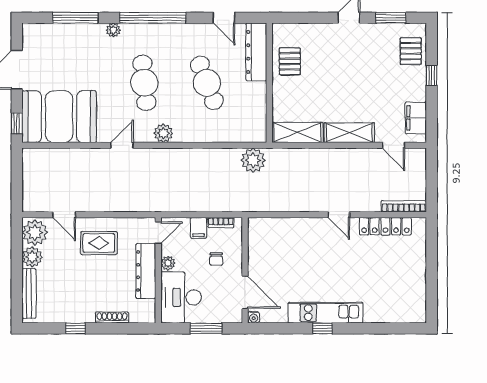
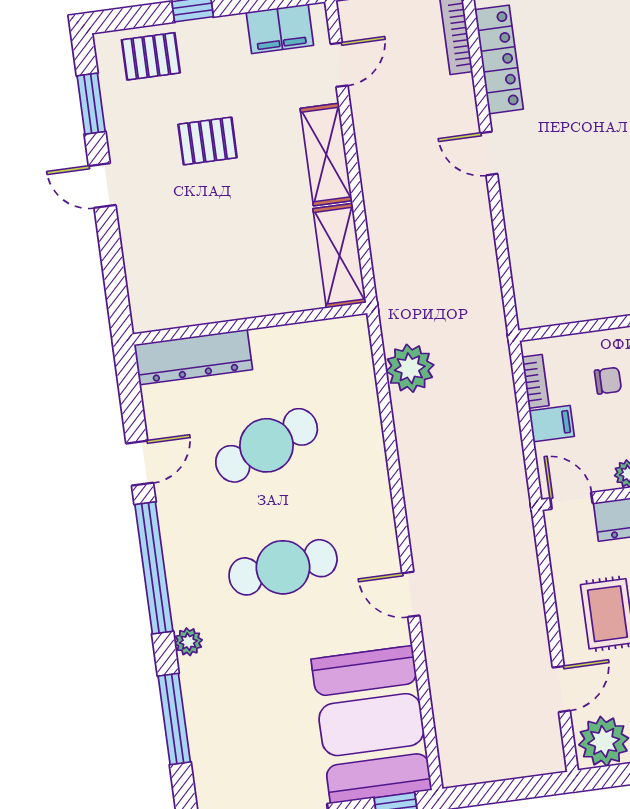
door: (224, 18) -> (140, 463), moved
pallet: (290, 61) -> (208, 141), moved
plant: (163, 133) -> (376, 517), removed
plant: (253, 160) -> (410, 368), moved
door: (339, 215) -> (489, 153), swing flipped

